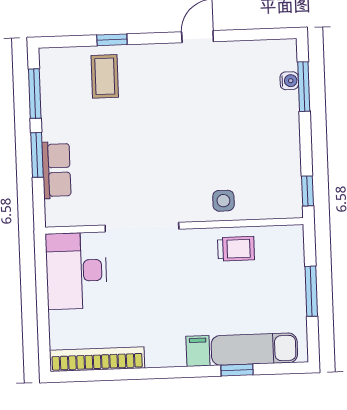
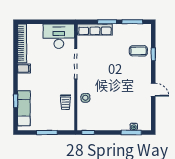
row of seats: (56, 170) -> (95, 30), width x1.48
filing cabinet: (198, 351) -> (24, 68), moved

